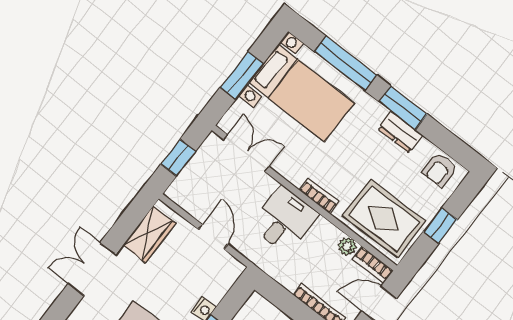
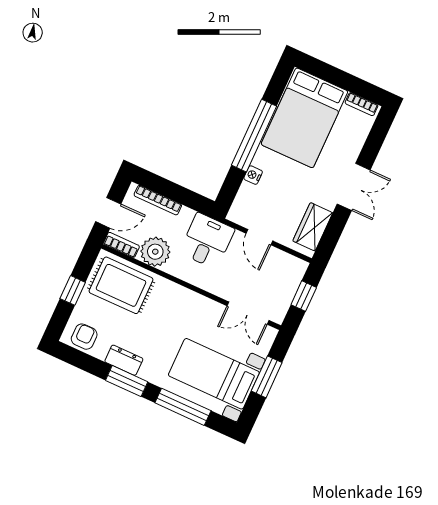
bookcase: (319, 196) -> (179, 292), removed
desk: (284, 220) -> (207, 241), moved, turned 180
plant: (347, 246) -> (155, 252), width x1.88, depth x1.88

